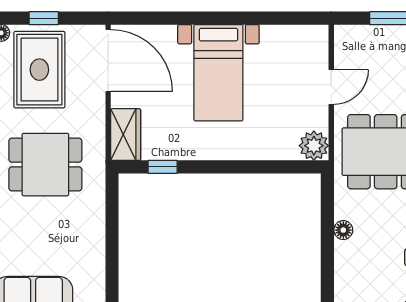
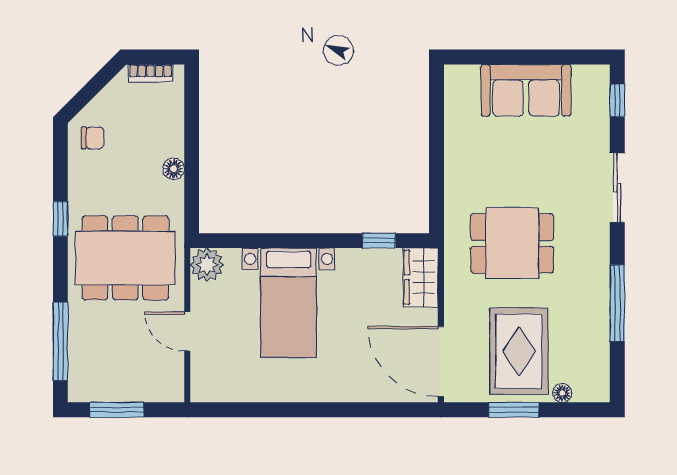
window: (44, 18) -> (514, 410), width x1.50
bed with nightstands: (218, 73) -> (289, 303), moved, turned 180
door: (331, 87) -> (187, 331), hinge flipped

